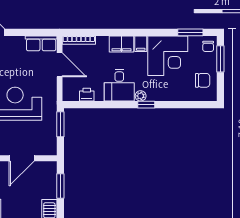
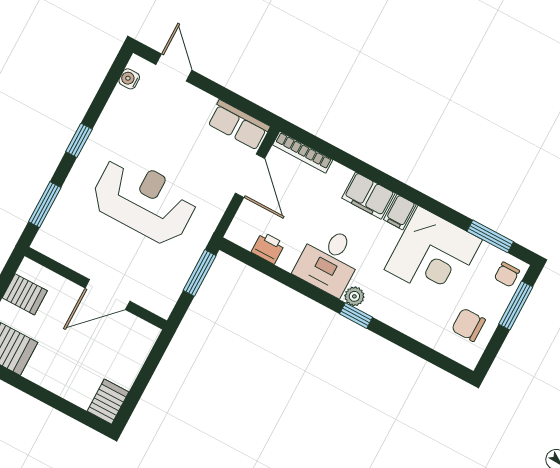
chair: (203, 80) -> (468, 325), turned 180
window: (60, 186) -> (146, 373), removed

